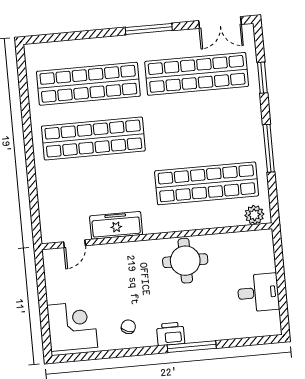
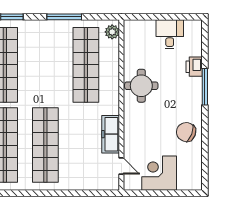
corner desk: (72, 326) -> (159, 173), moved
chair: (128, 327) -> (186, 132), width x1.87, depth x1.87
printer: (171, 334) -> (194, 67), moved

